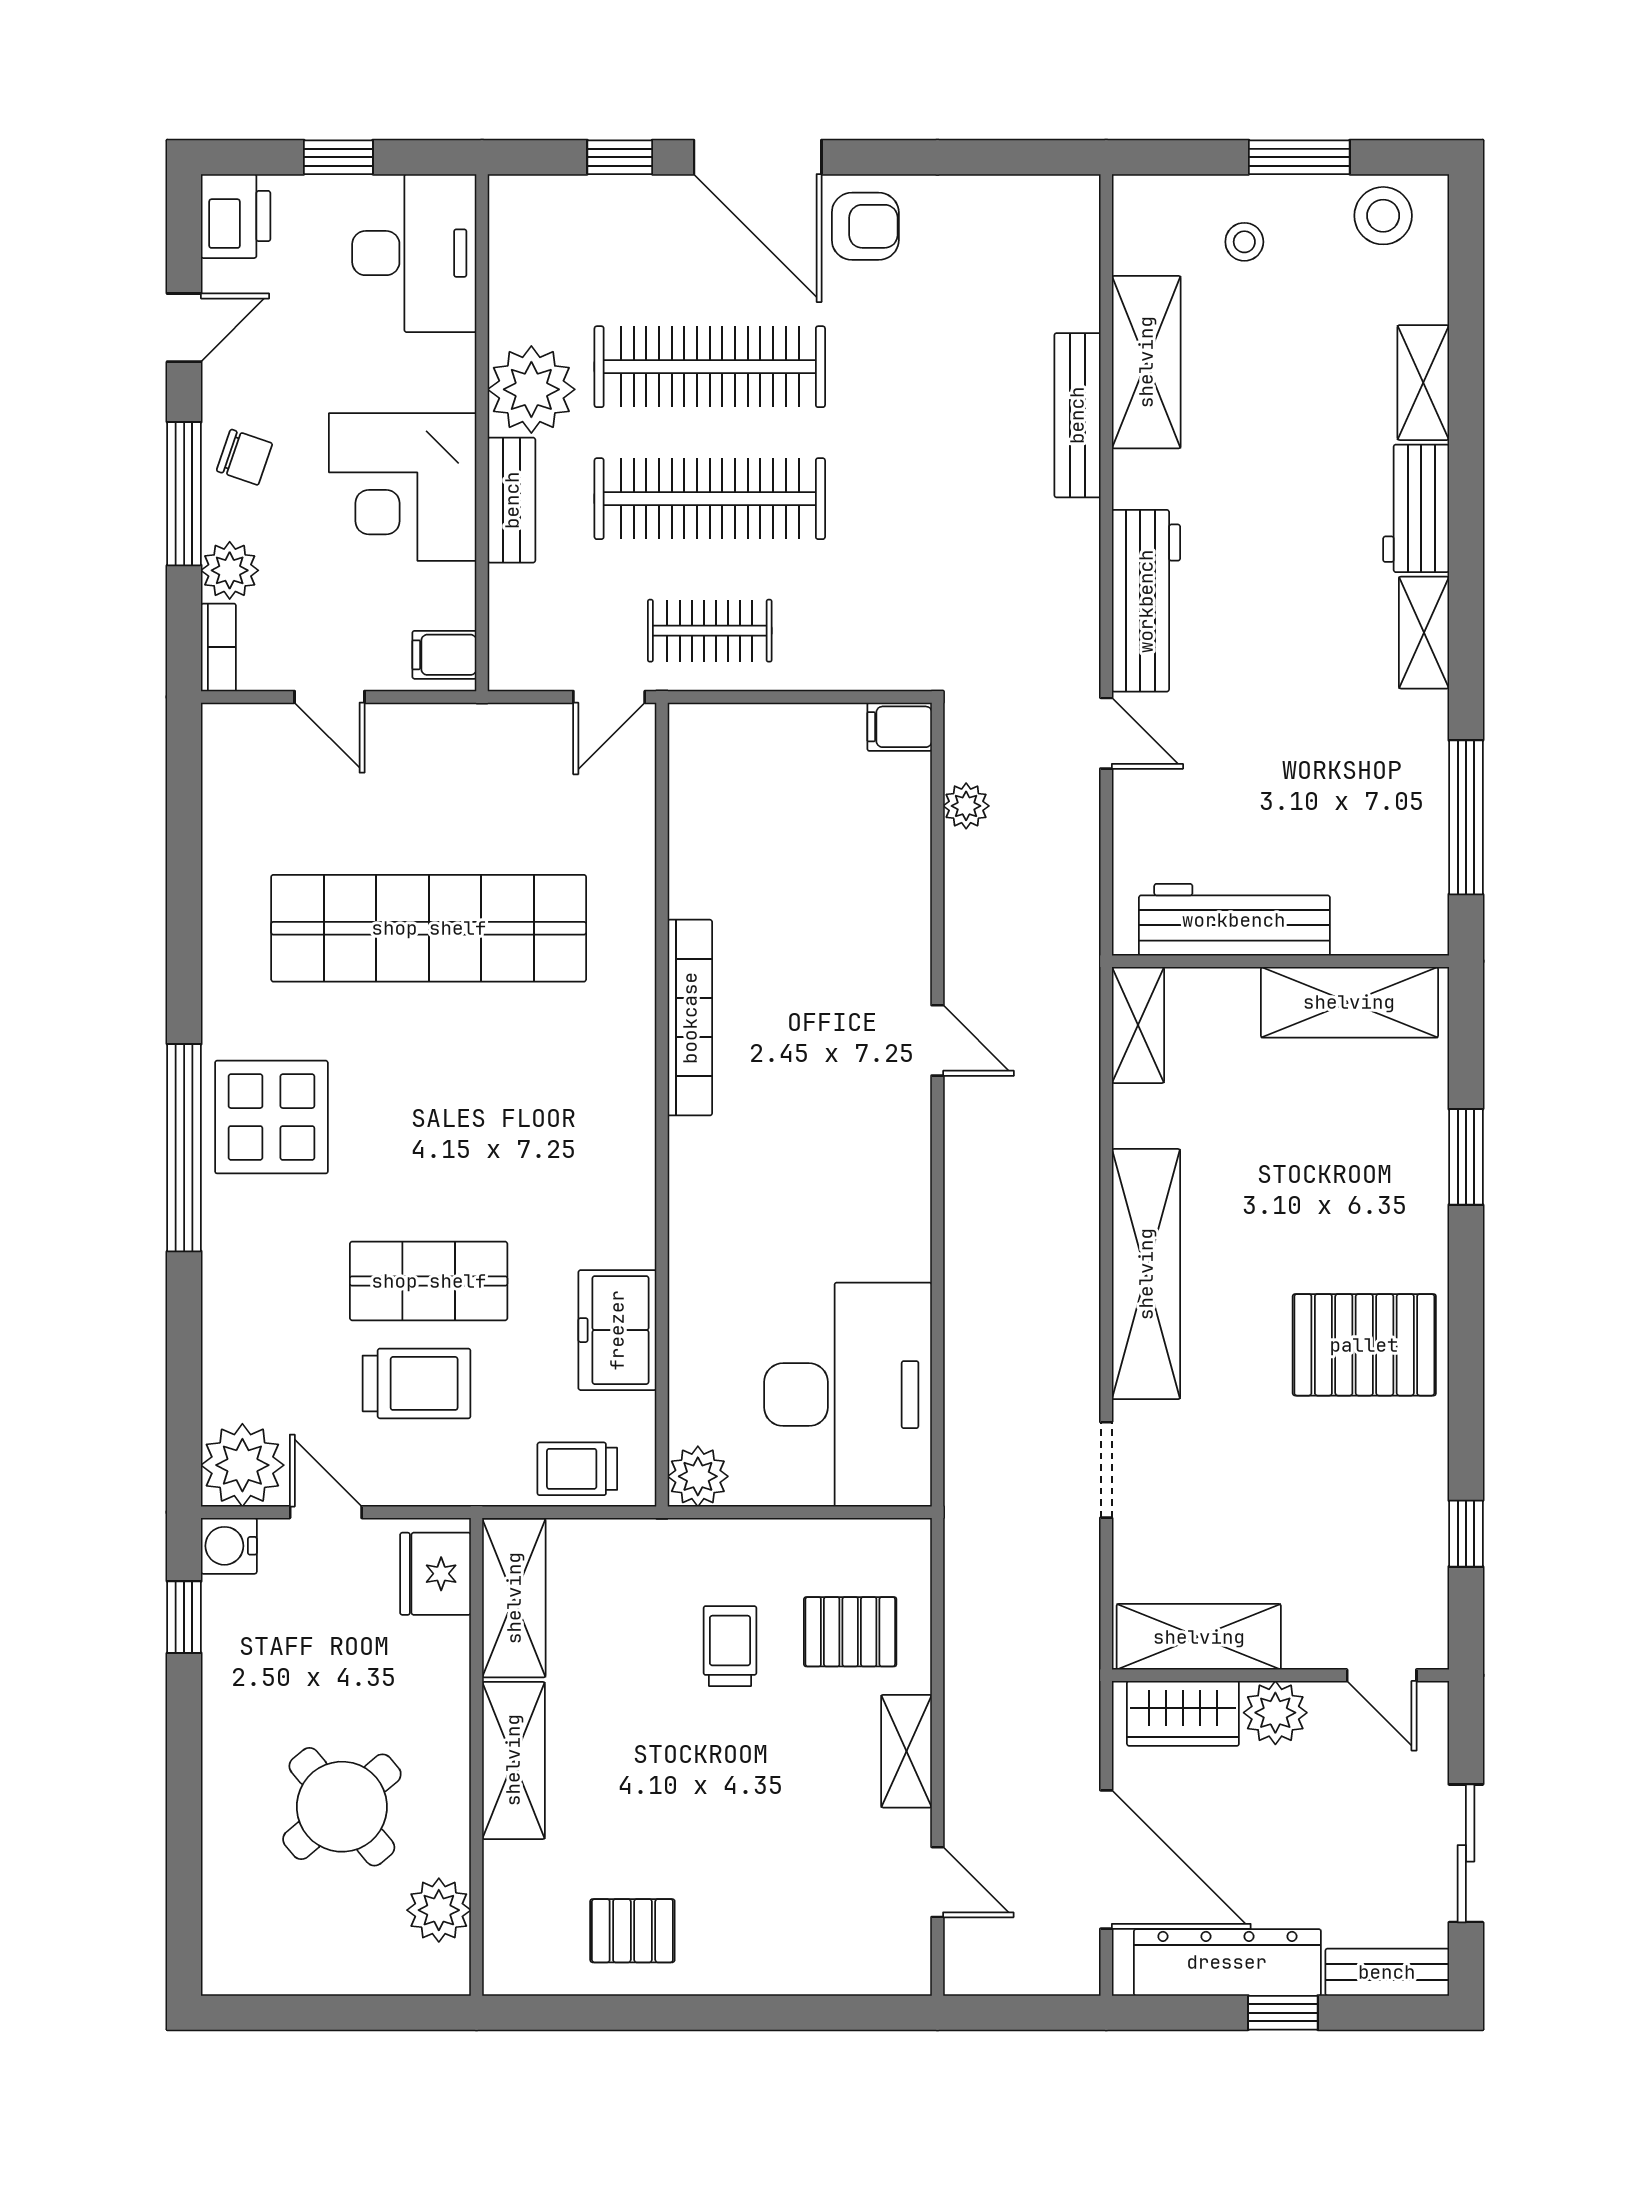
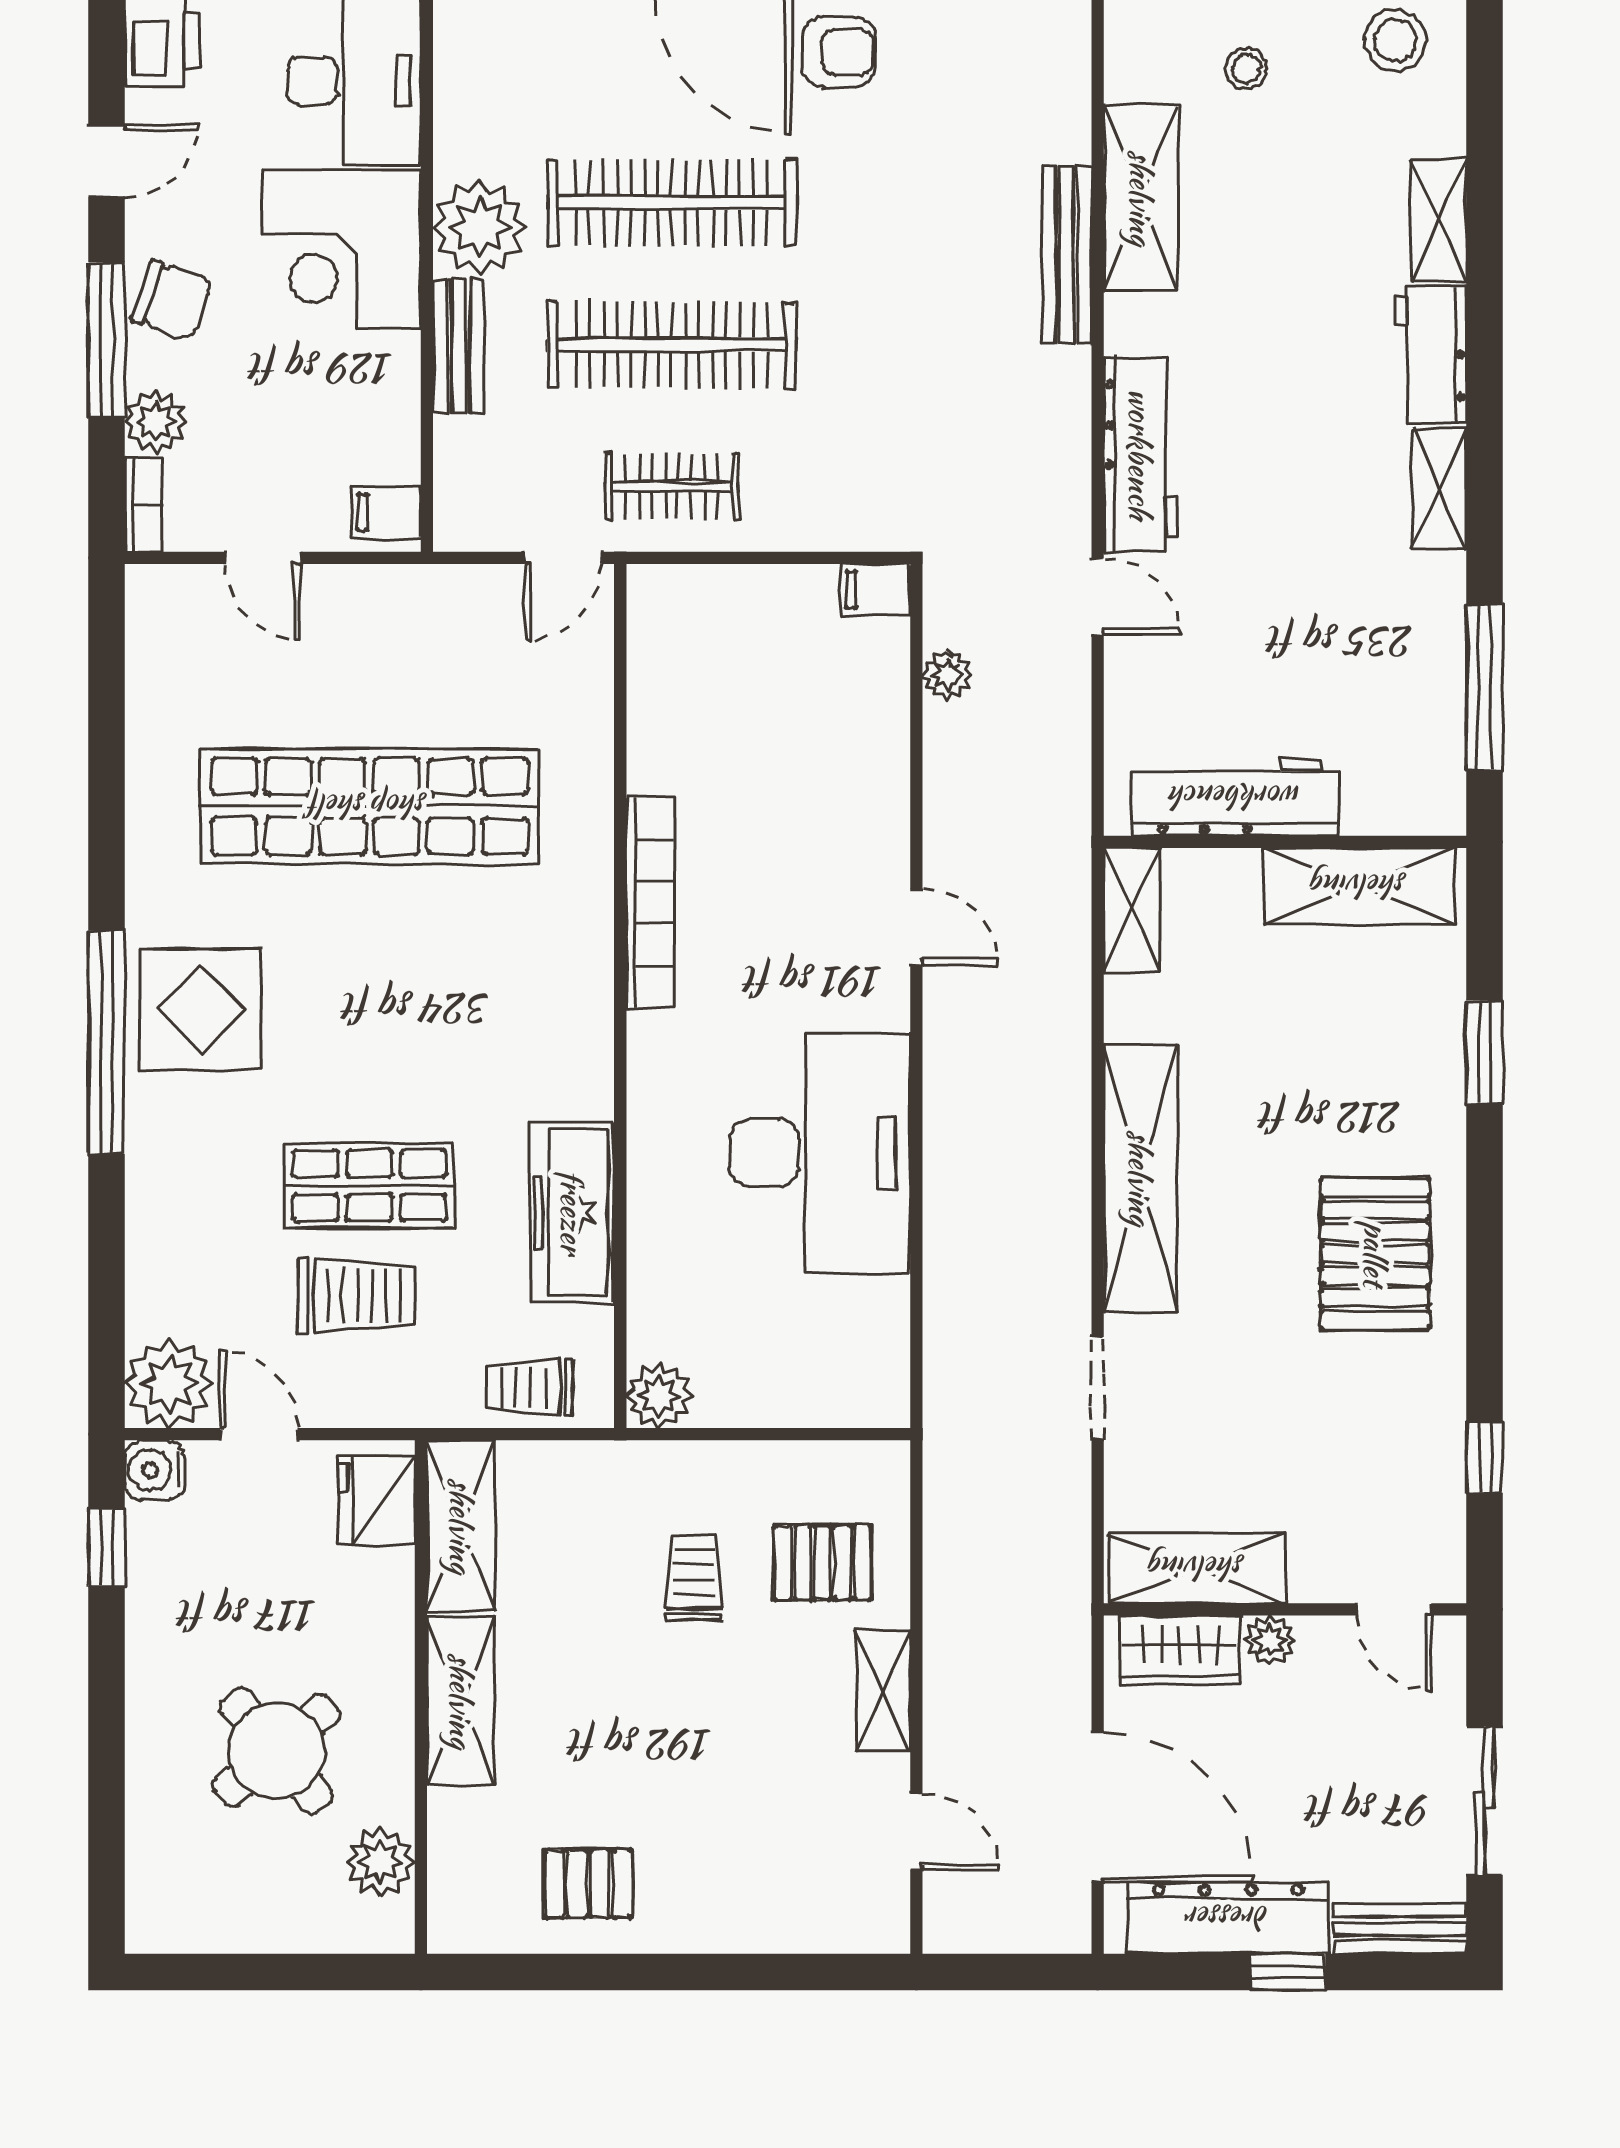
chair: (244, 457) -> (172, 300), width x1.37, depth x1.37
corner desk: (403, 487) -> (341, 250), moved
freezer: (617, 1330) -> (572, 1212), width x1.40
pallet: (1364, 1345) -> (1375, 1254), turned 90
desk: (848, 1395) -> (820, 1153), moved
plant: (1275, 1713) -> (1270, 1640), width x0.73, depth x0.73

